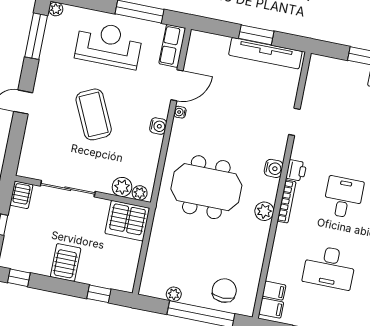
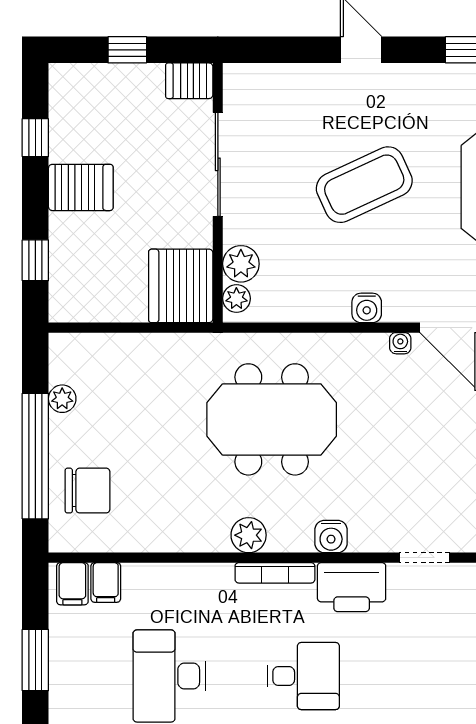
printer: (296, 170) -> (352, 587), width x1.87, depth x1.48
meeting table: (206, 187) -> (272, 419), turned 90
window: (19, 278) -> (35, 138), moved

